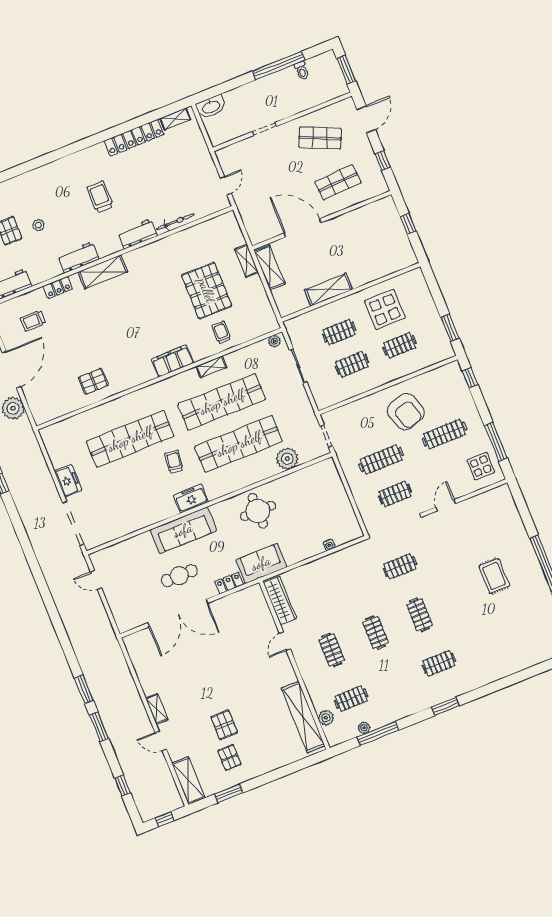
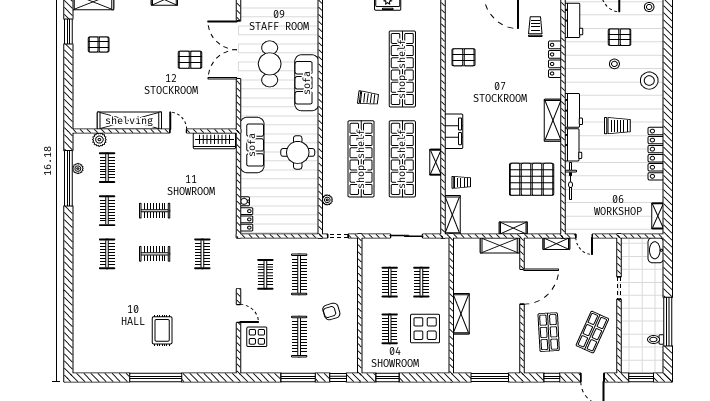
locker: (134, 138) -> (656, 154), moved
stool: (41, 183) -> (649, 81), added
shelving: (245, 211) -> (556, 244), added
window: (408, 224) -> (490, 377), width x2.17
workbench: (78, 257) -> (573, 110), moved
shelving: (103, 272) -> (553, 120), moved
locker: (58, 287) -> (555, 59), width x1.53
shelving: (328, 290) -> (461, 314), moved
pallet: (207, 291) -> (532, 179), moved
shelving: (258, 328) -> (452, 215), added
plant: (274, 341) -> (436, 224), removed
pallet: (93, 381) -> (463, 57), turned 90
armchair: (406, 412) -> (331, 311), width x0.53, depth x0.53
window: (496, 442) -> (298, 377), moved
plant: (287, 459) -> (327, 200), width x0.53, depth x0.53
display table: (481, 466) -> (257, 337), moved
freezer: (191, 499) -> (331, 100), removed
sofa: (261, 563) -> (252, 145), width x1.36
cafe table: (179, 576) -> (270, 64), width x1.37, depth x1.35
rug: (494, 576) -> (162, 330), turned 90
locker: (229, 583) -> (246, 219), moved
clothes rail: (332, 650) -> (107, 211), moved, turned 90
window: (445, 706) -> (68, 245), removed
shelving: (303, 717) -> (129, 121), moved
pallet: (224, 725) -> (190, 60), moved
window: (378, 733) -> (68, 178), width x1.46

